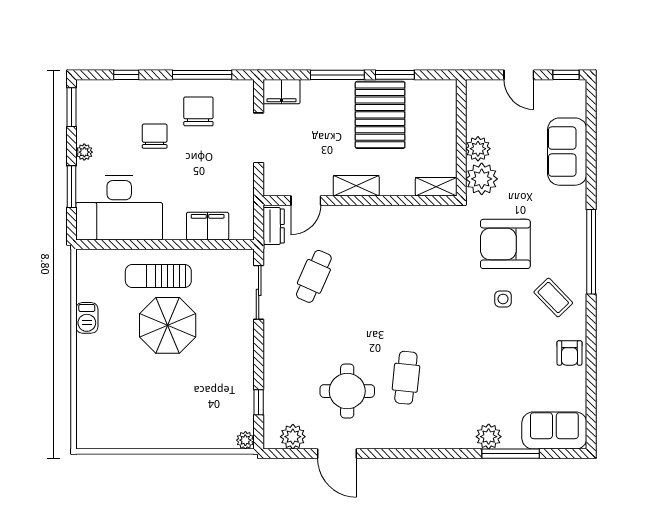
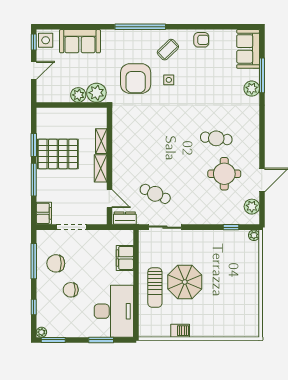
side table: (569, 95) -> (46, 40), added
plant: (84, 152) -> (41, 332), moved
shelving: (436, 187) -> (101, 141), moved

